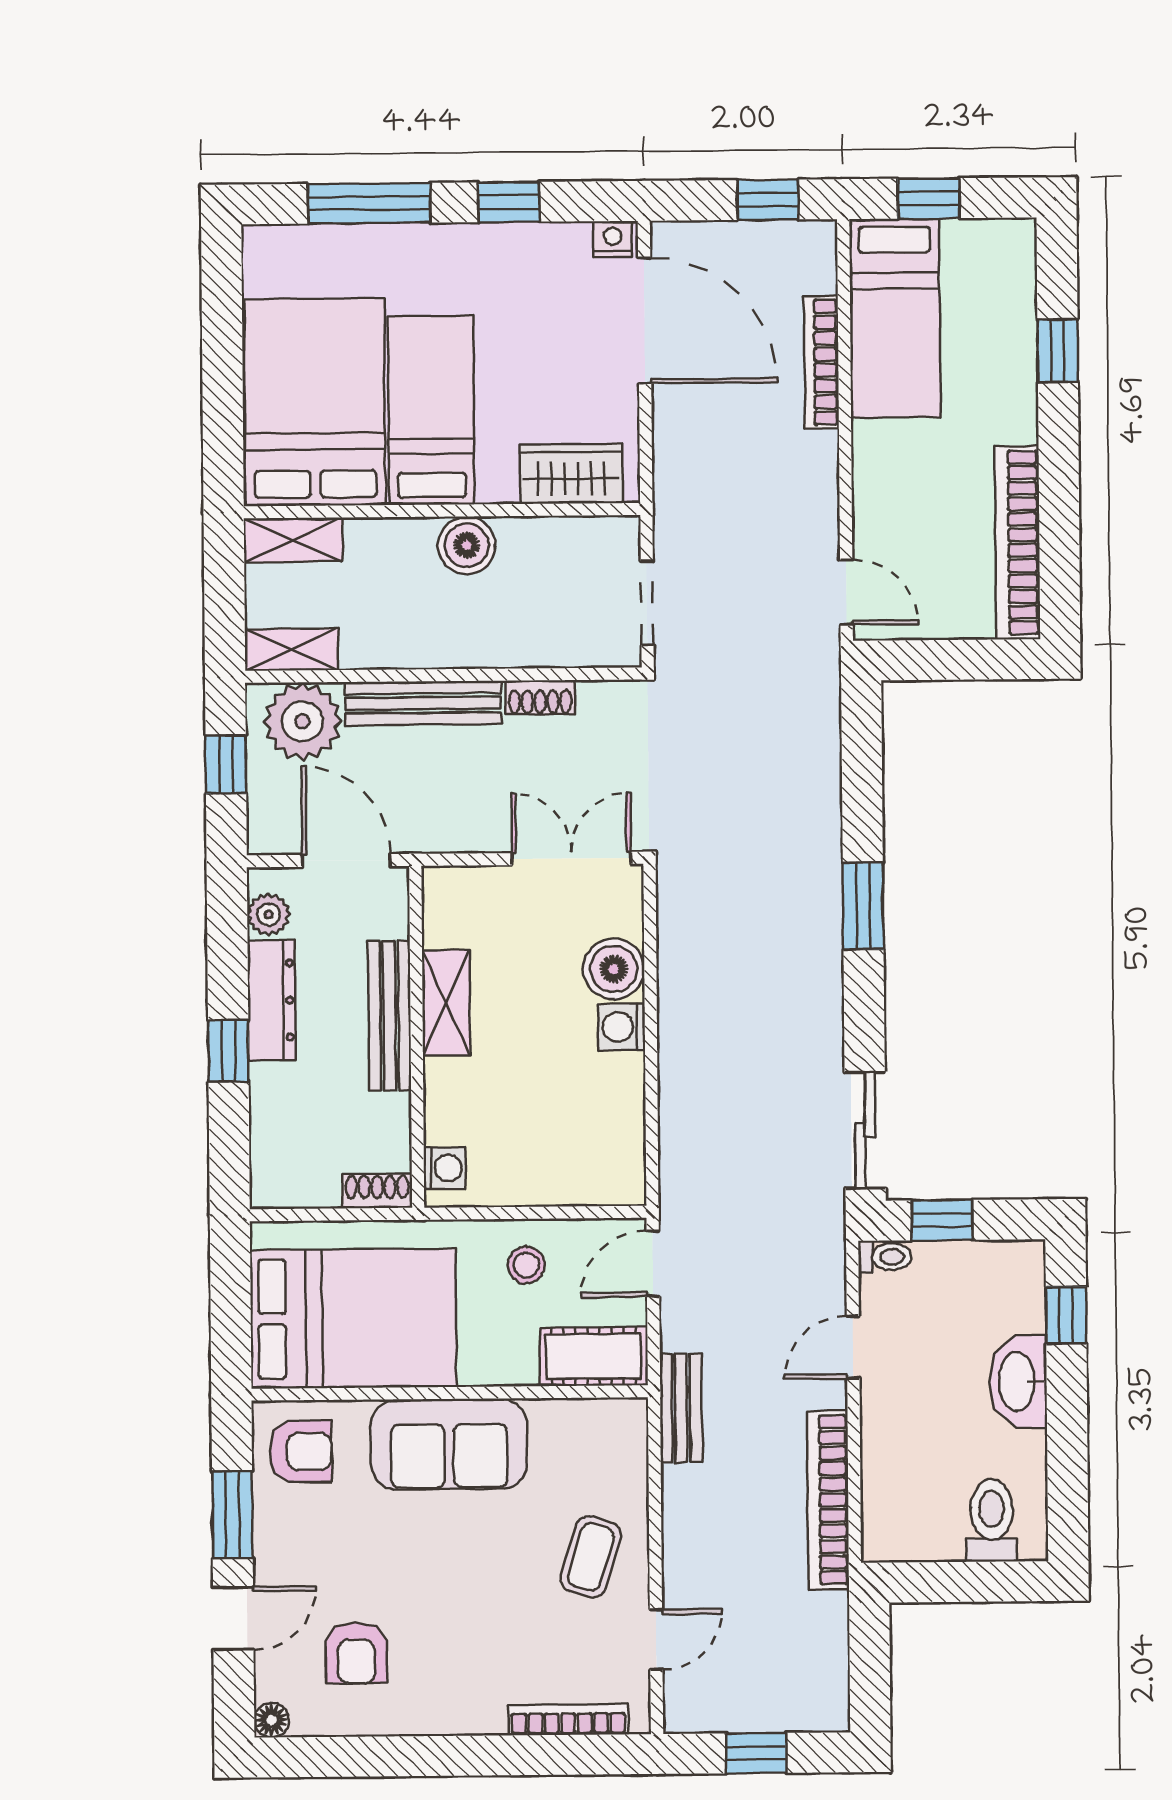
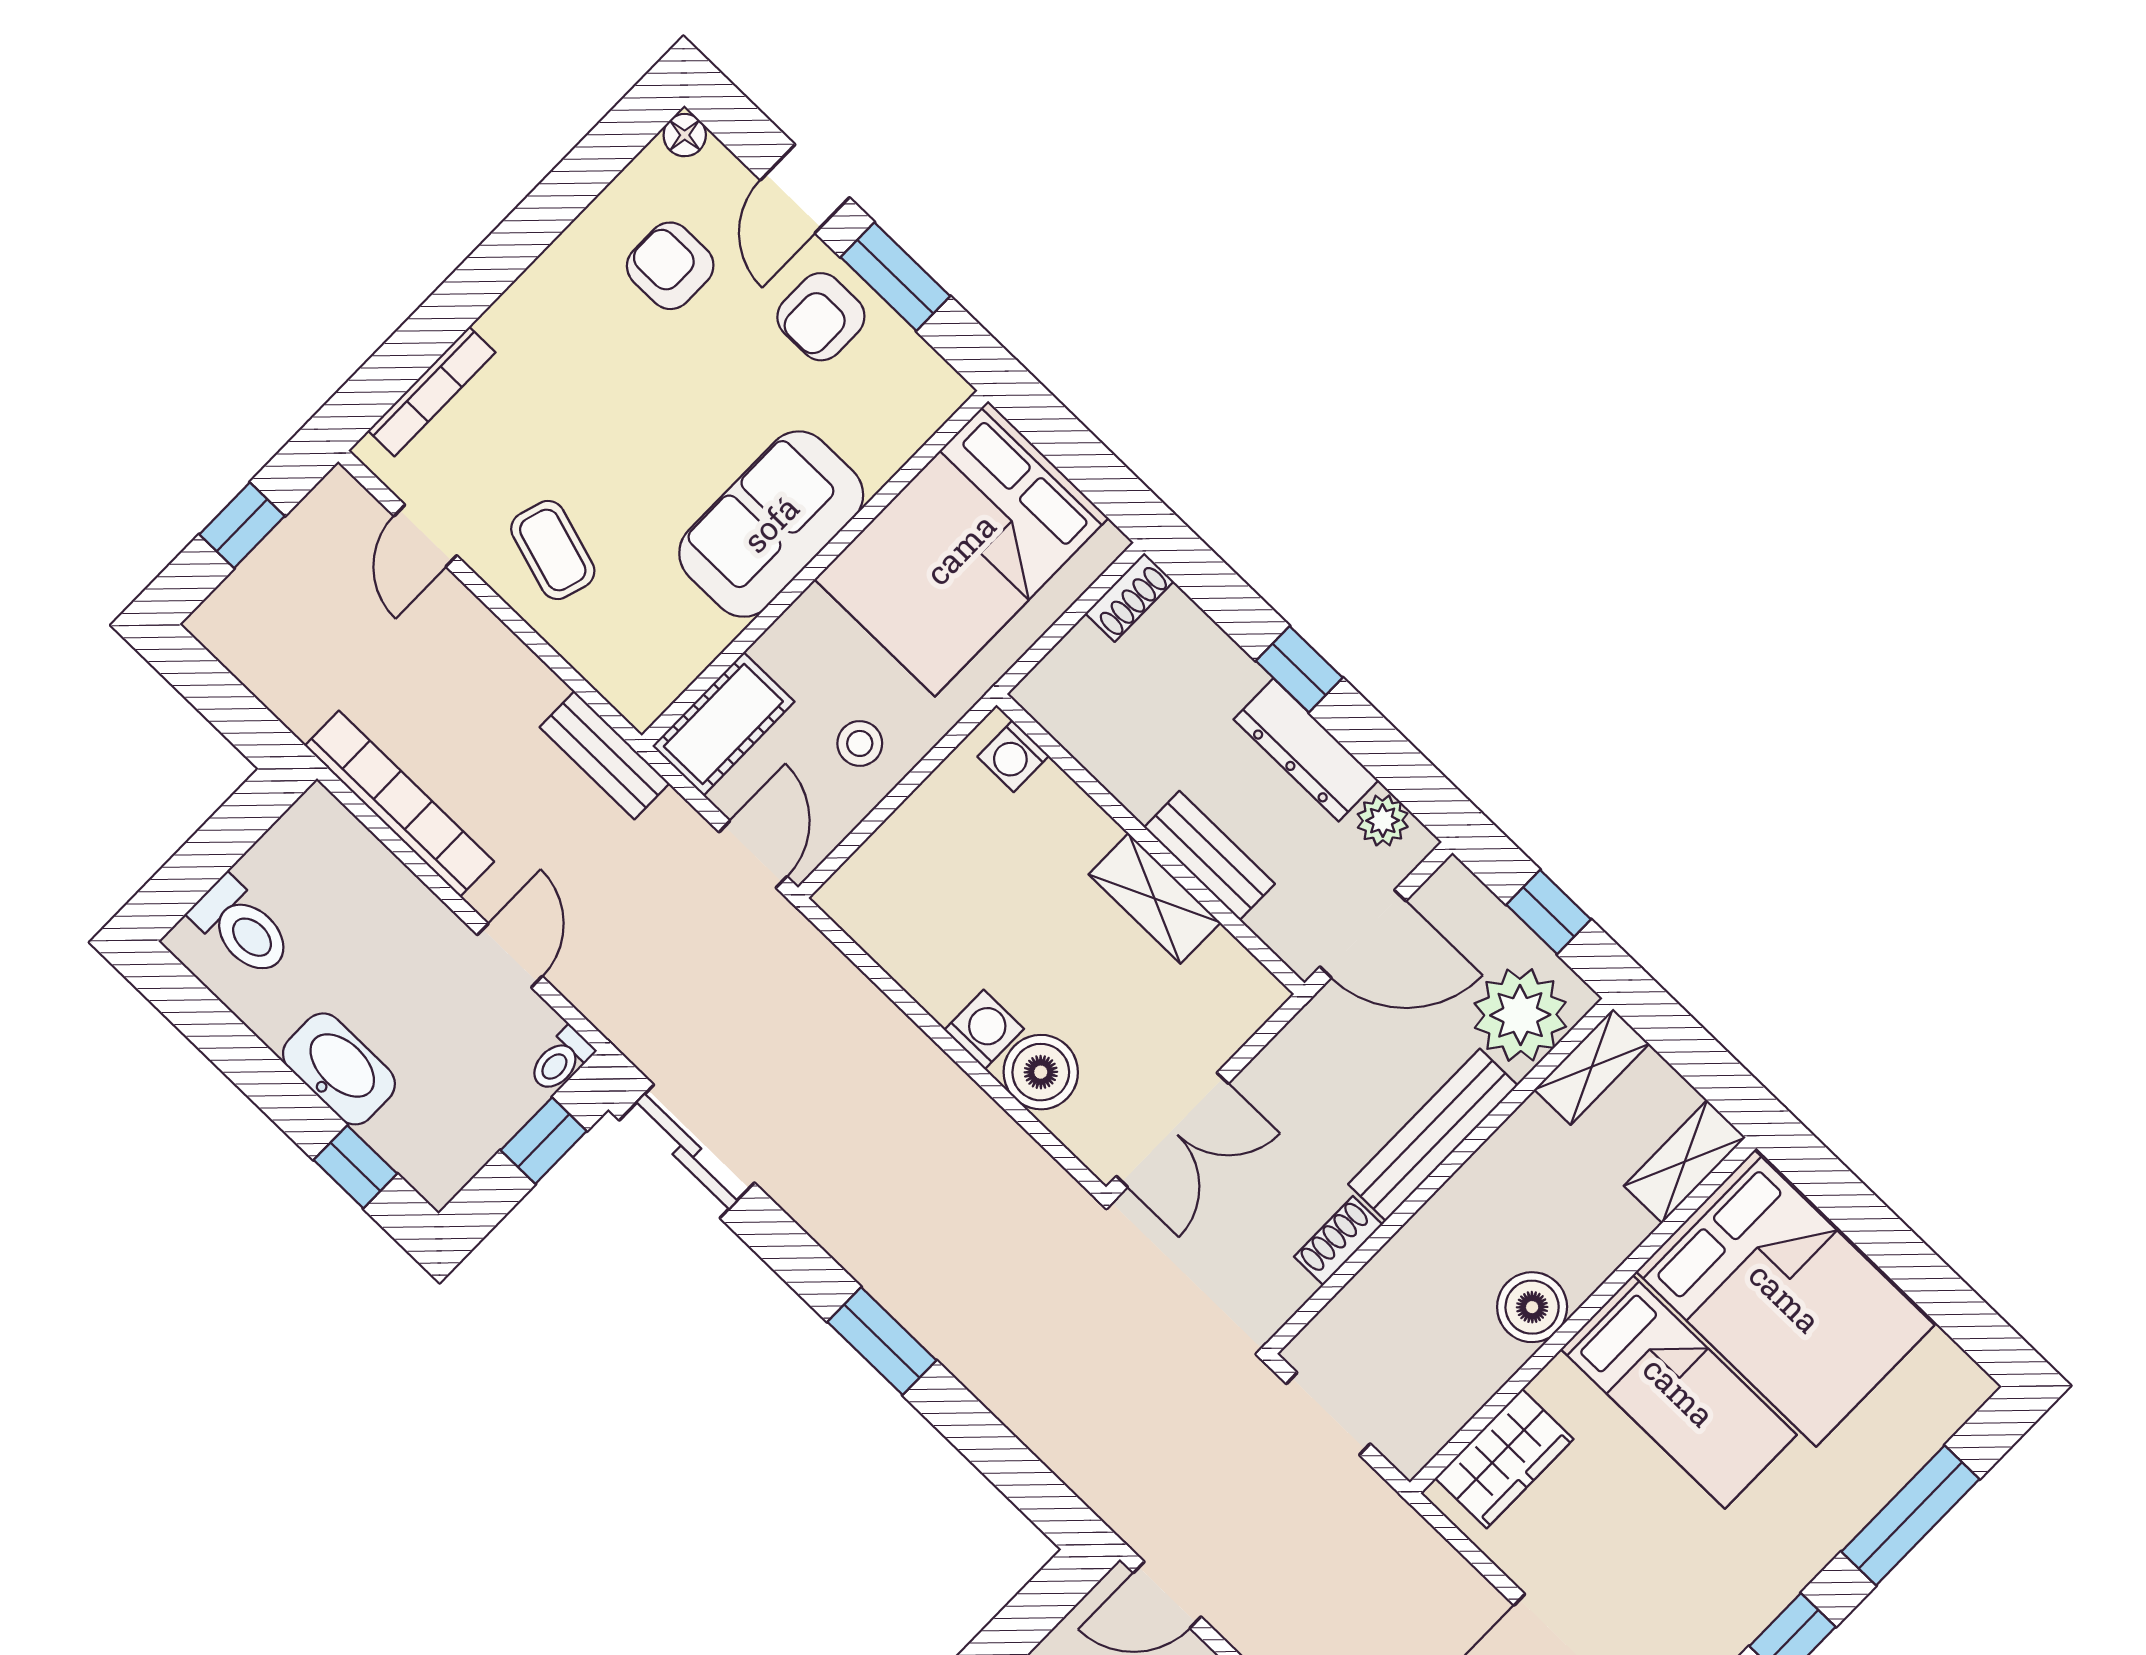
bench: (389, 1016) -> (1209, 856), width x0.73
shoe rack: (377, 1191) -> (1130, 597), moved
armchair: (301, 1451) -> (821, 317), moved

